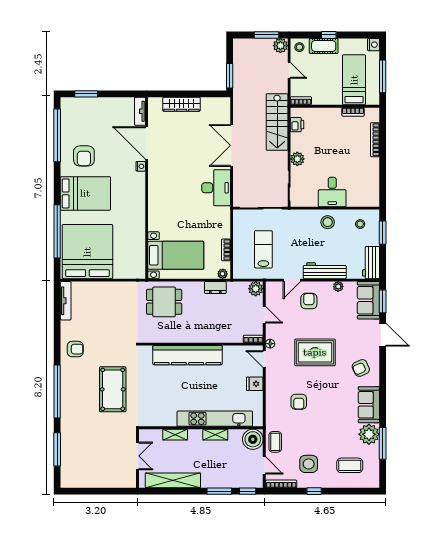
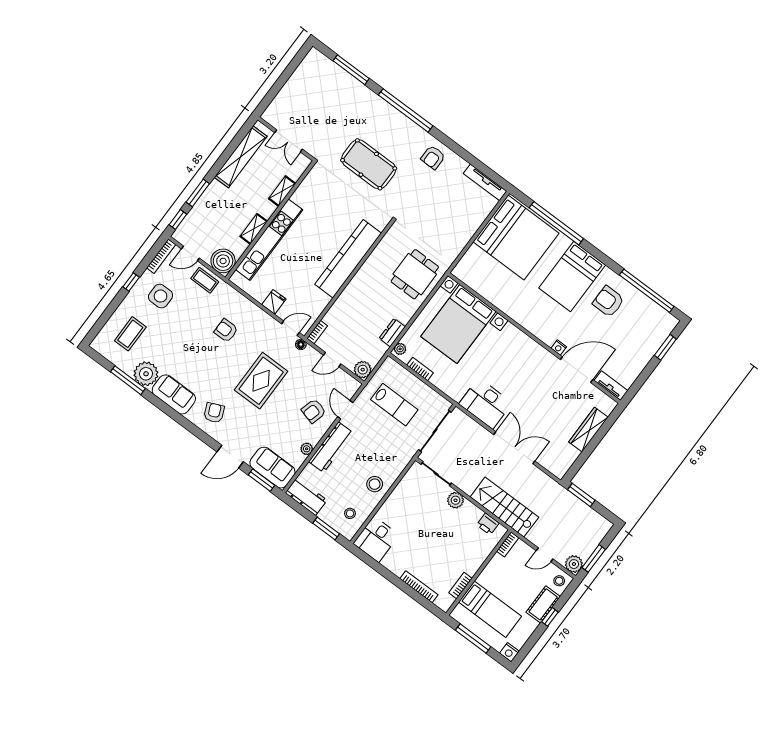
desk: (332, 192) -> (376, 539), moved, turned -90
bed with nightstands: (176, 255) -> (458, 324), width x1.36
armchair: (309, 301) -> (314, 411), turned 105

